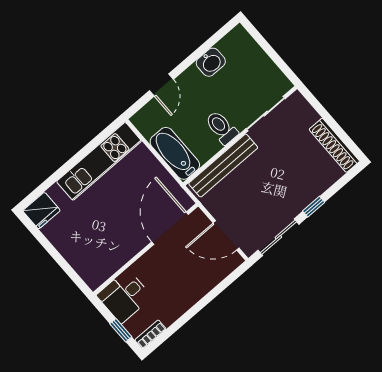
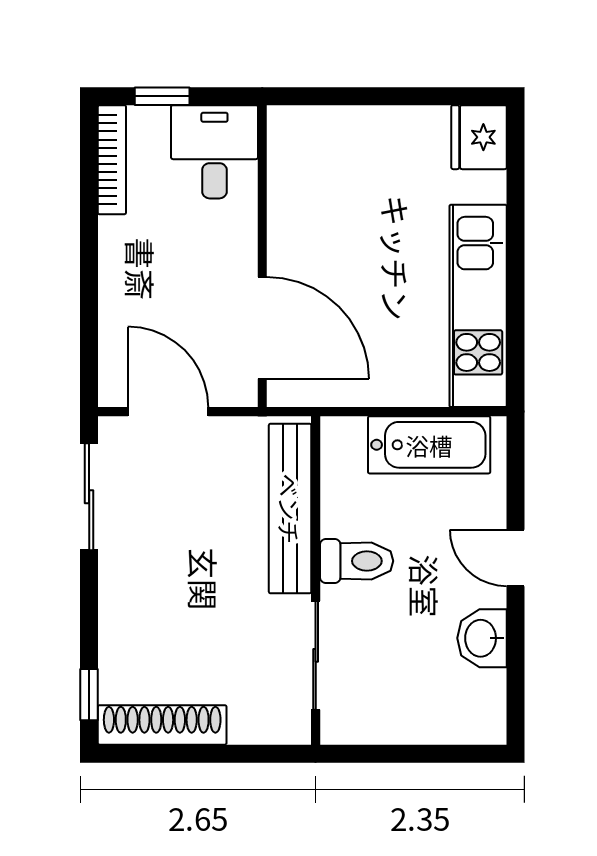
door: (161, 85) -> (516, 558), moved
bathtub: (175, 153) -> (429, 445), moved
window: (314, 207) -> (89, 695), moved
door: (226, 235) -> (168, 412), hinge flipped
bookcase: (150, 334) -> (112, 160), width x1.56

